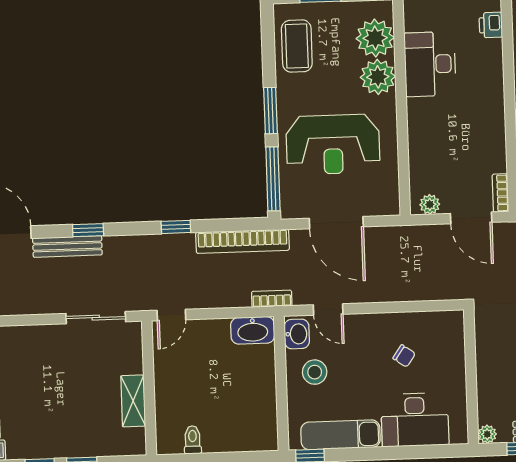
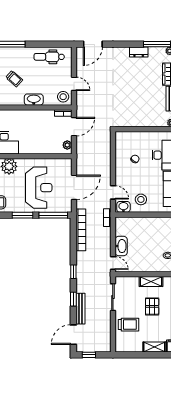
window: (176, 227) -> (73, 272), moved
door: (328, 310) -> (113, 192), hinge flipped
washbasin: (253, 330) -> (121, 246), moved
trolley: (36, 354) -> (128, 325), added
pallet: (78, 405) -> (152, 306), added

